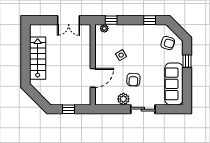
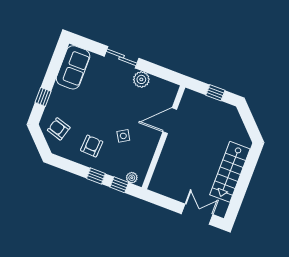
double door: (69, 20) -> (197, 214), moved
window: (150, 20) -> (96, 176), moved
armchair: (133, 80) -> (92, 146), moved
sofa: (174, 84) -> (73, 67), width x0.73

